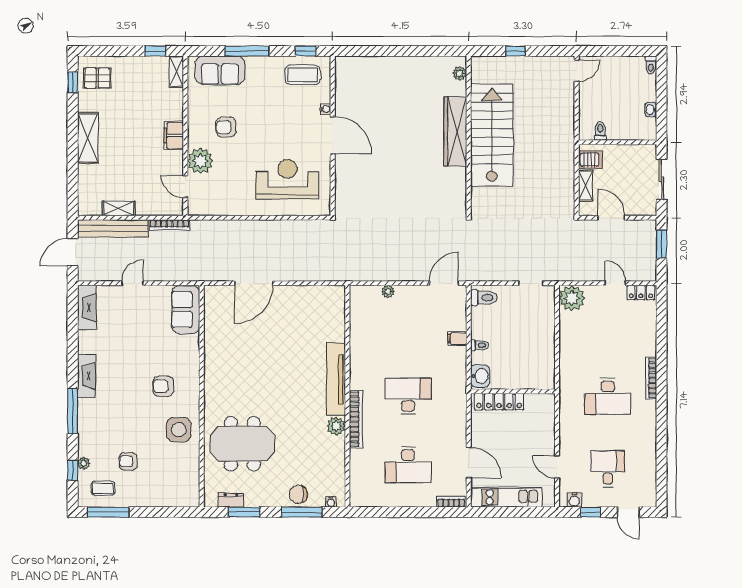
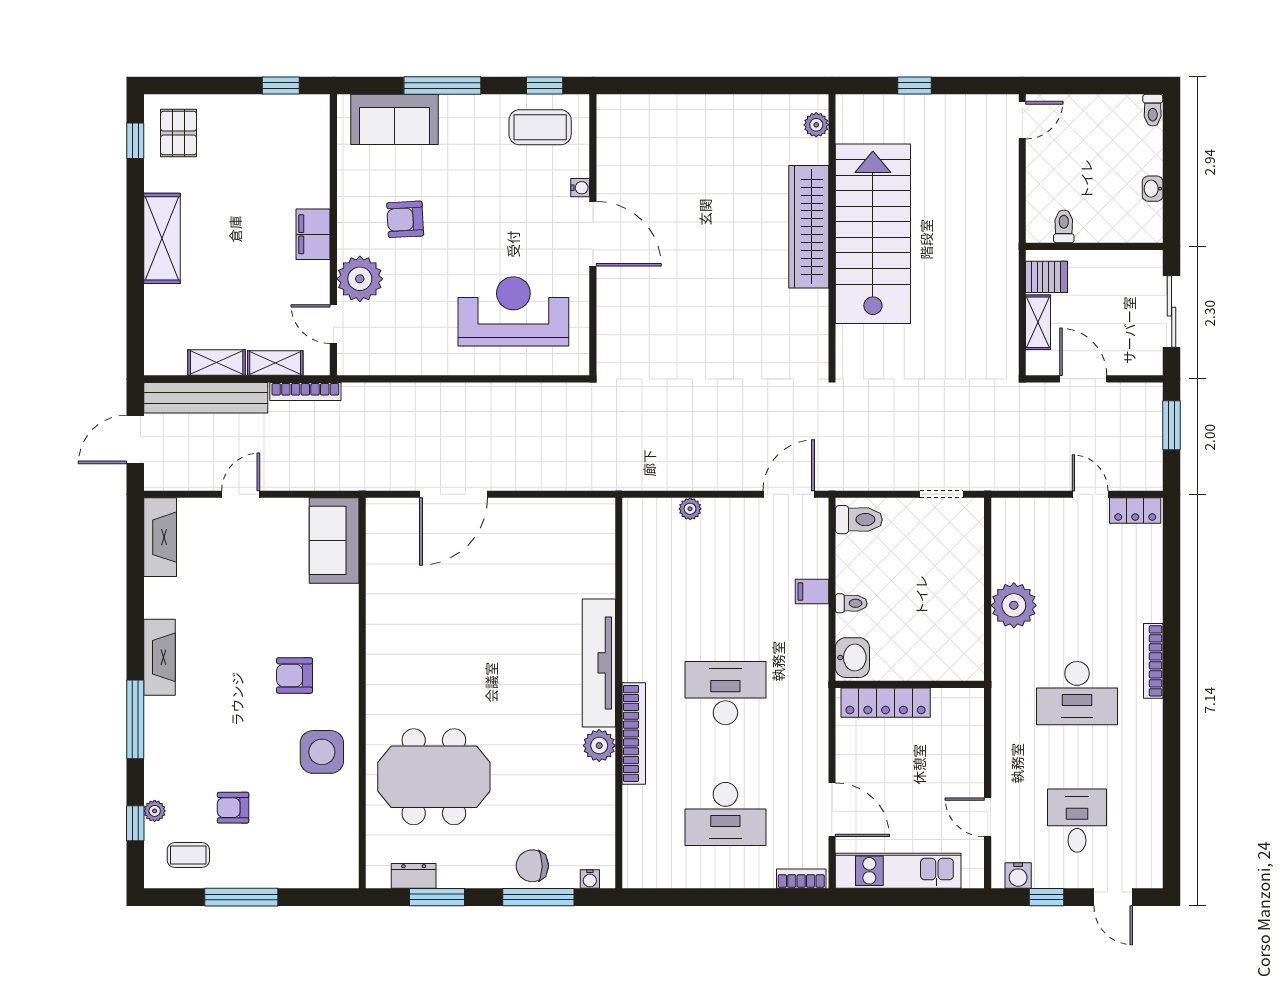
shelving: (176, 72) -> (275, 363), moved, turned 90
pallet: (97, 78) -> (179, 133), turned 90
plant: (572, 298) -> (1014, 605), moved
window: (108, 512) -> (241, 897), moved

